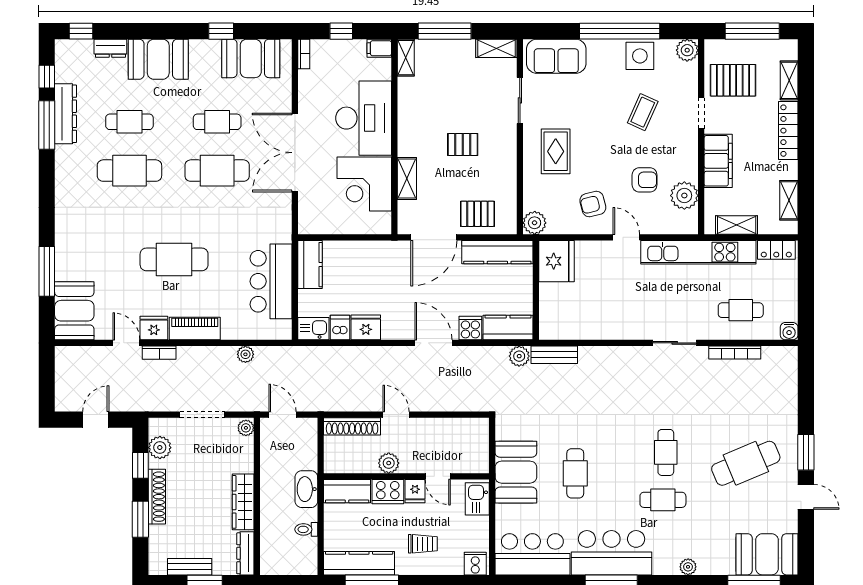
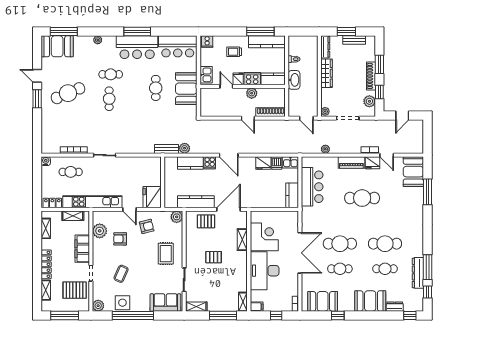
fridge: (556, 261) -> (152, 197), moved
wall: (536, 290) -> (163, 182), moved

